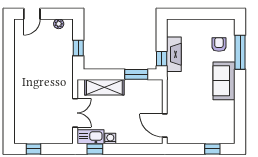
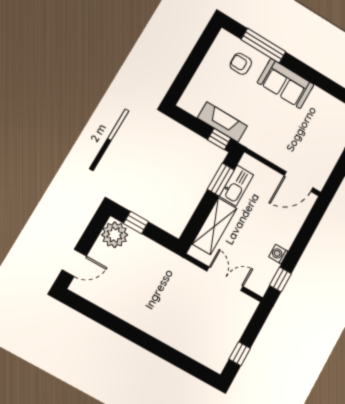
door: (32, 14) -> (74, 263), hinge flipped
plant: (59, 24) -> (115, 235), width x1.88, depth x1.88
window: (78, 48) -> (136, 222), moved
kitchen sink: (90, 137) -> (236, 186), moved, turned 180

